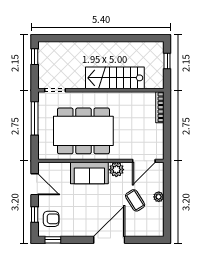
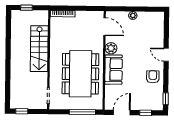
window: (35, 118) -> (82, 112), moved
coffee table: (135, 200) -> (135, 34), removed
armchair: (51, 219) -> (153, 77), moved
door: (109, 240) -> (166, 55), width x0.53

